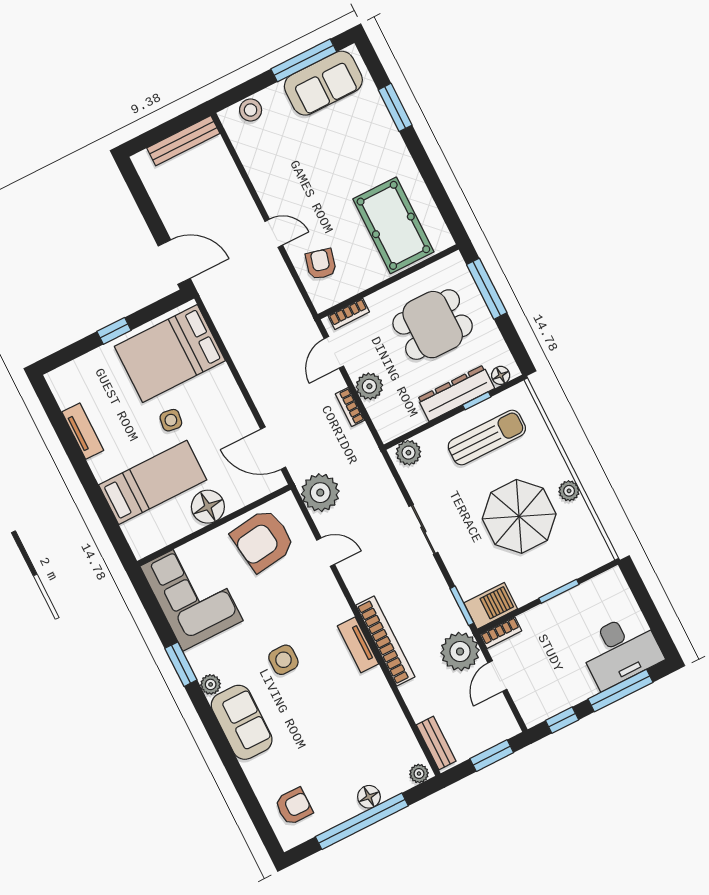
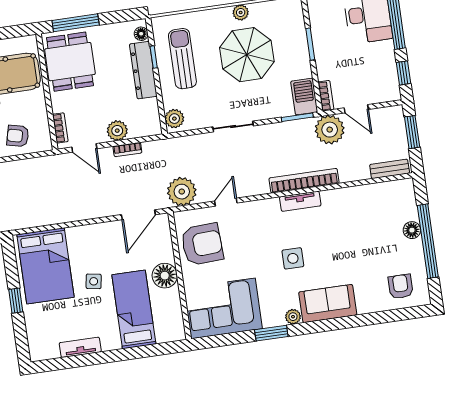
dining table: (433, 325) -> (70, 62), moved
armchair: (263, 540) -> (202, 244), turned -85
plant: (419, 774) -> (407, 189), removed

